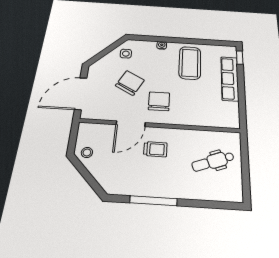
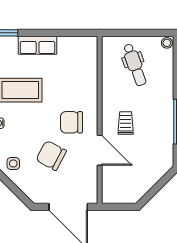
row of seats: (230, 79) -> (38, 45), width x0.68
stool: (87, 153) -> (167, 43), moved

